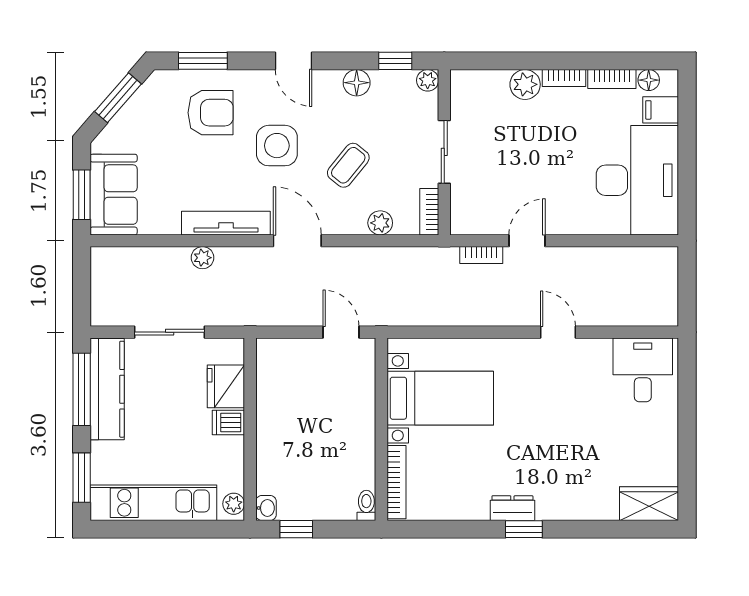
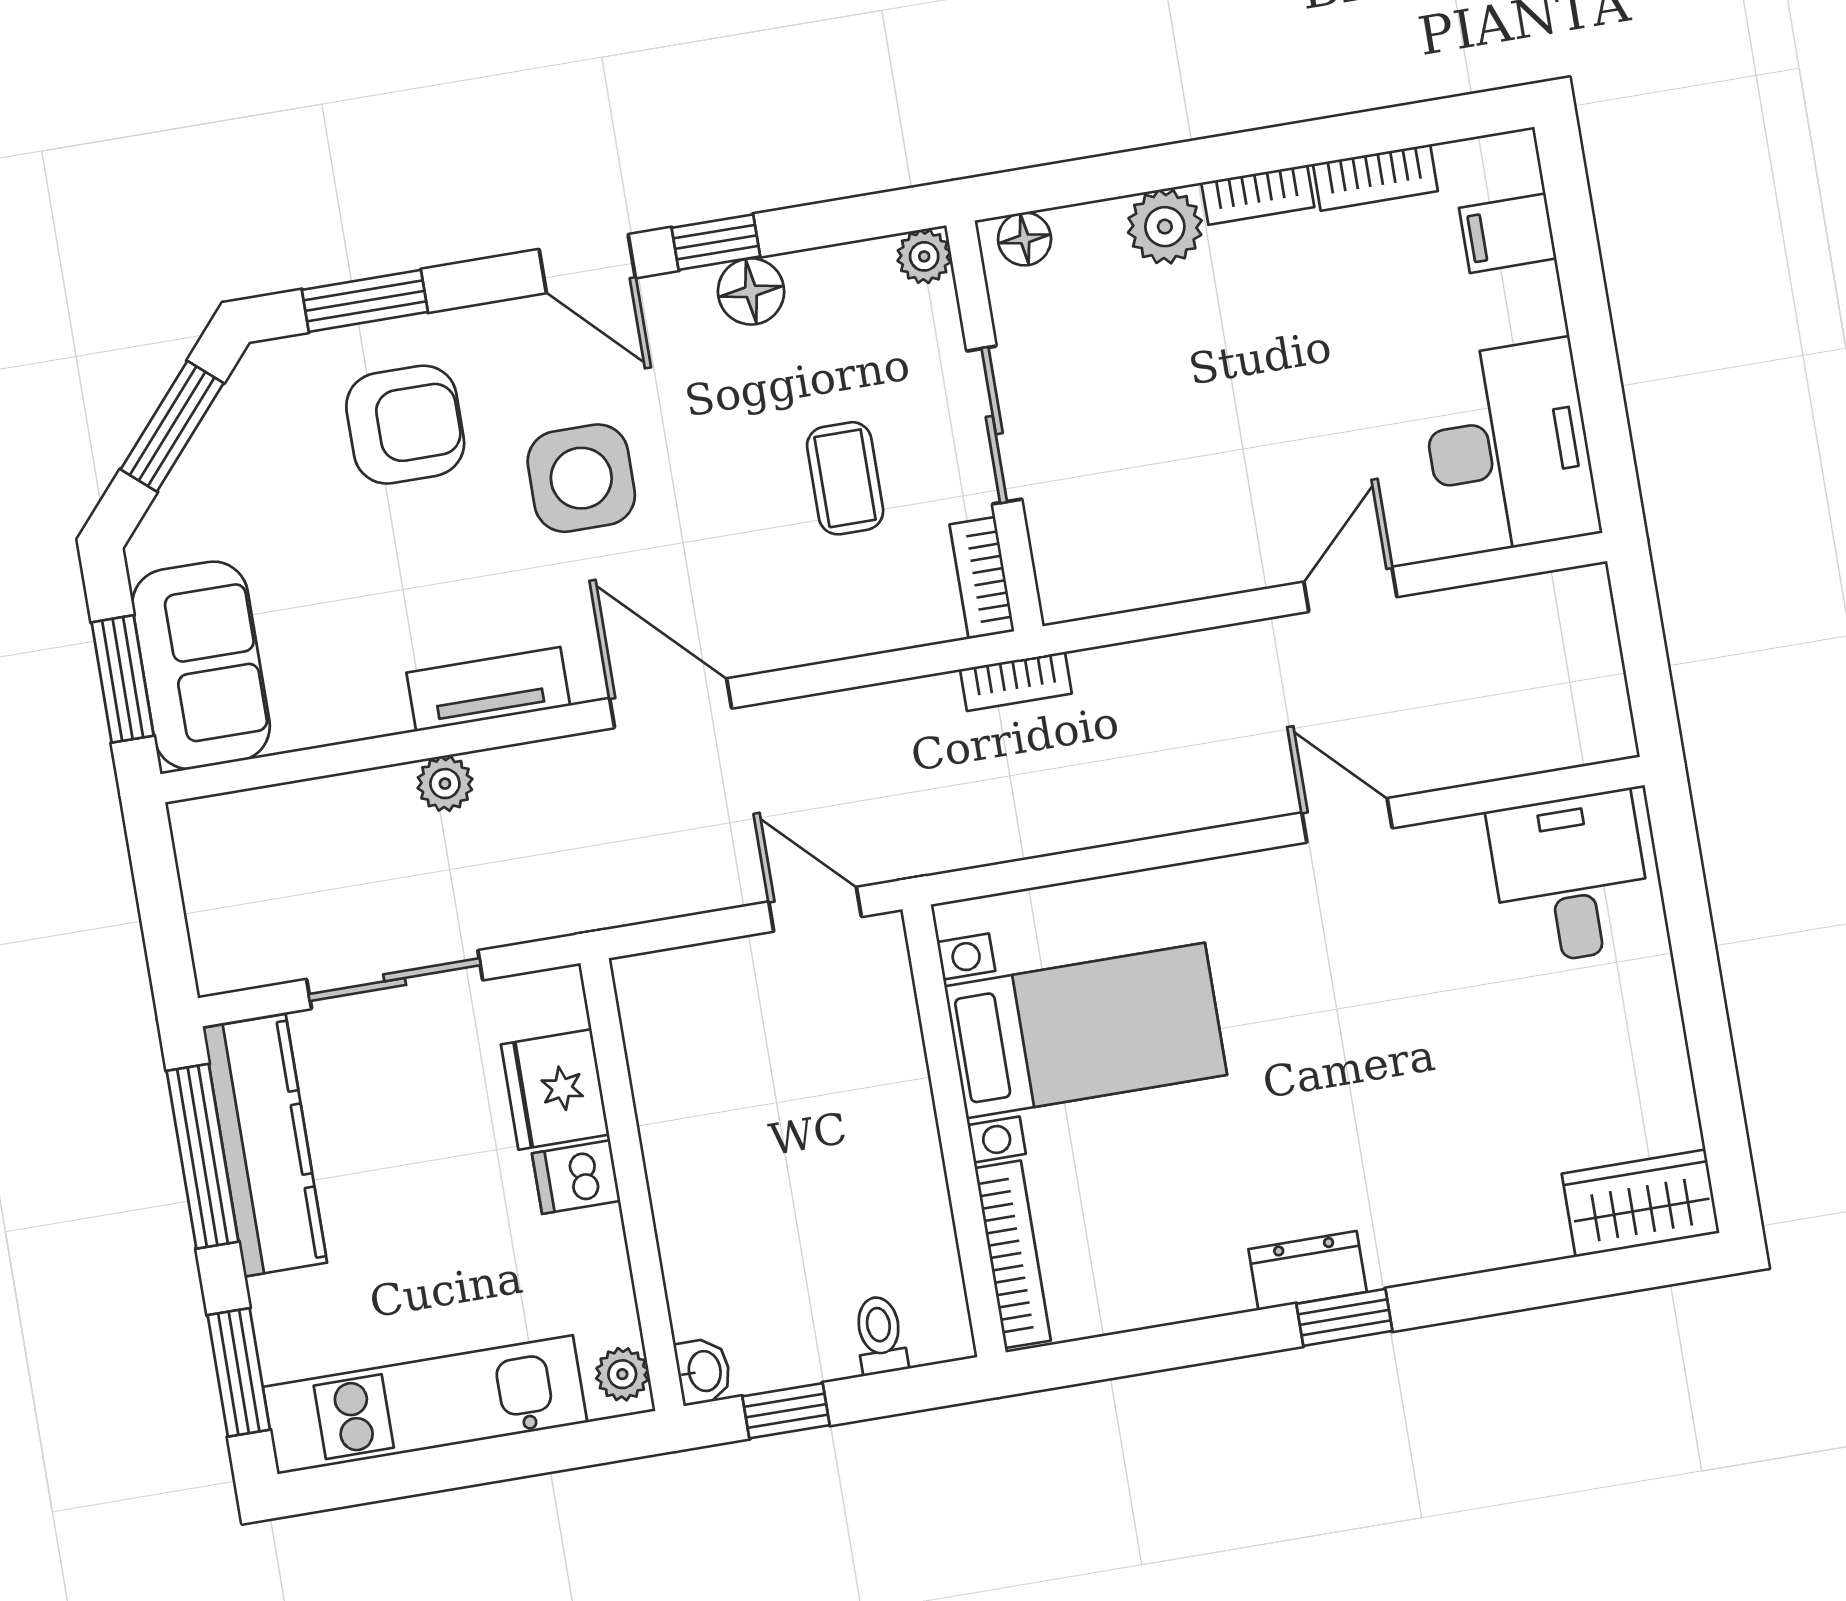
window: (395, 61) -> (716, 242), moved
floor lamp: (649, 80) -> (1025, 239), moved
coffee table: (348, 165) -> (845, 478), moved, turned -39
desk: (637, 180) -> (1509, 447), width x0.73, depth x0.77
tv unit: (226, 223) -> (488, 689), width x0.71
plant: (380, 223) -> (866, 625), removed
door: (527, 241) -> (1350, 589), moved
bookcase: (481, 255) -> (1016, 681), moved
toilet: (366, 505) -> (880, 1335), moved

